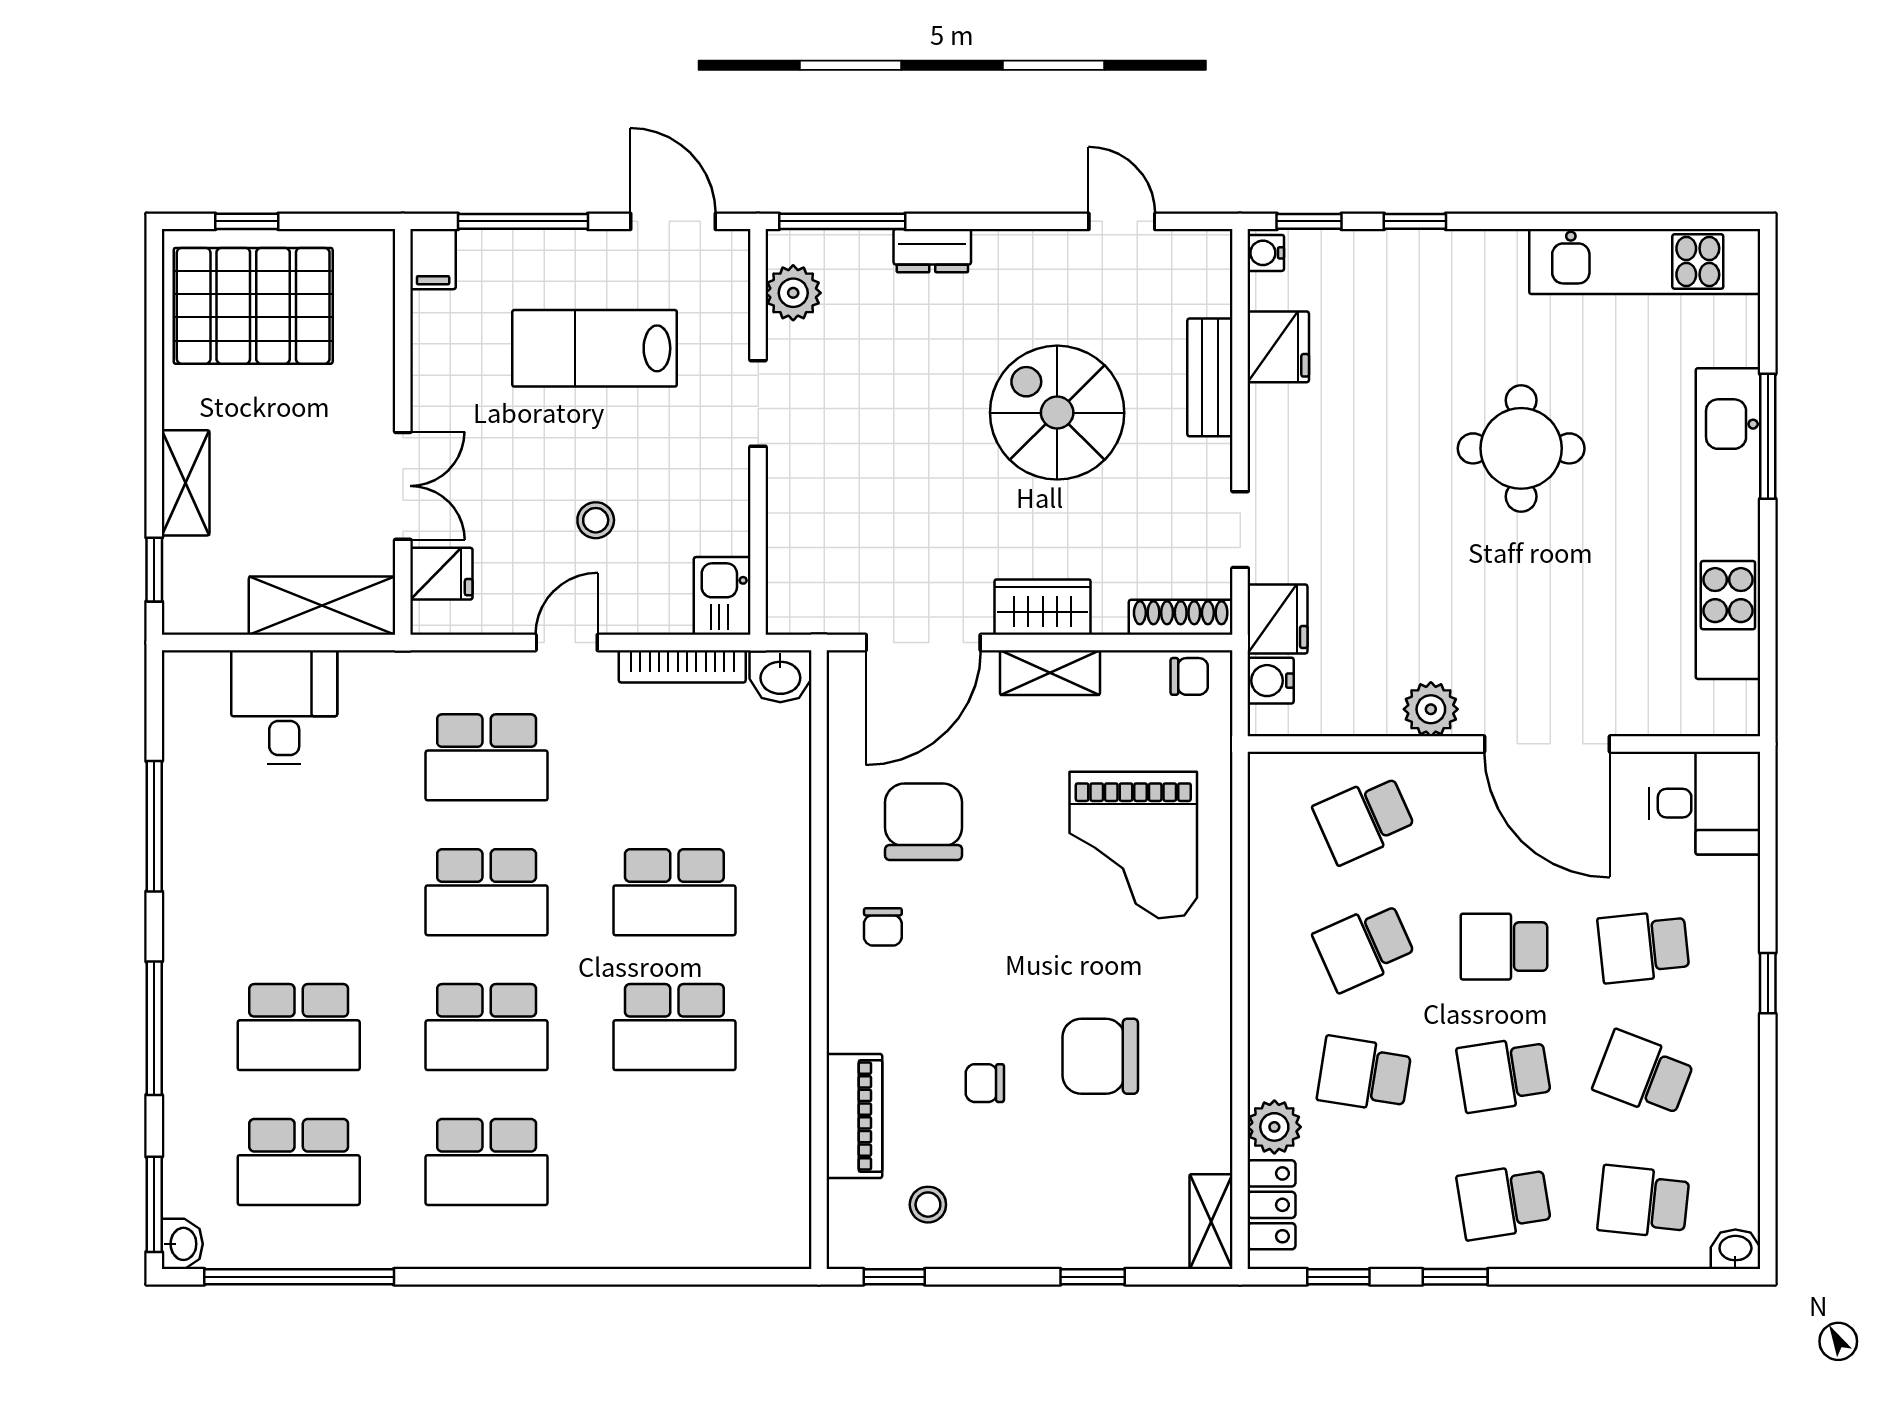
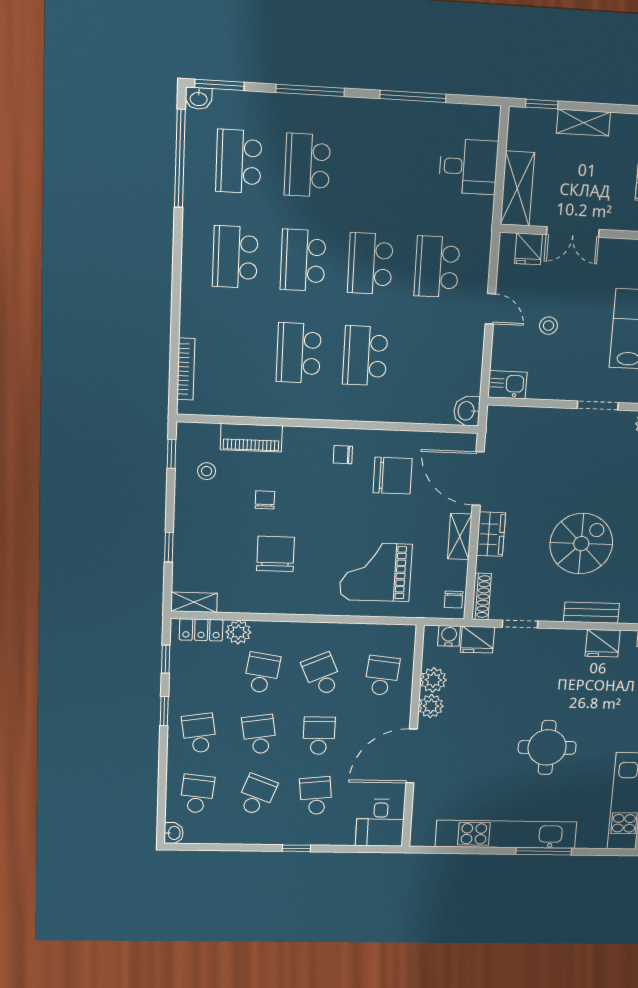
bookcase: (682, 666) -> (186, 369), moved, turned 180
plant: (1371, 708) -> (433, 680), added
school desk: (1364, 819) -> (382, 676), turned 30

